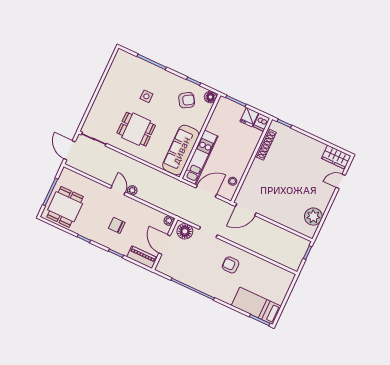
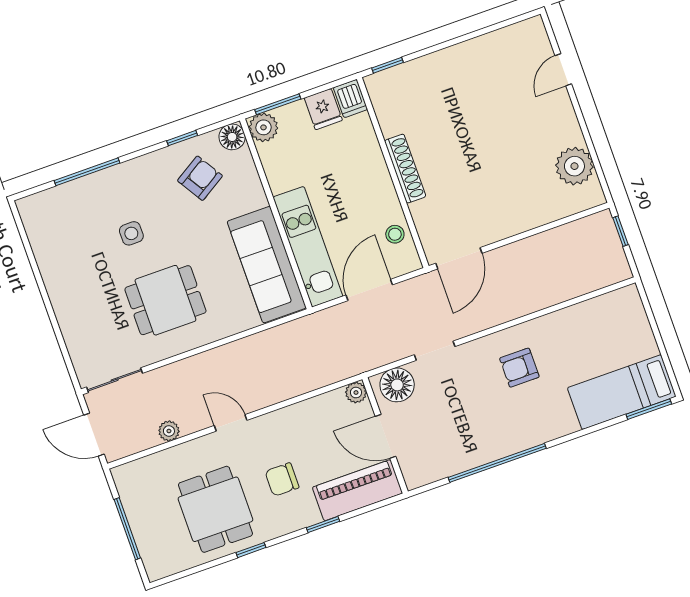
plant: (224, 104) -> (263, 127), added
shoe rack: (266, 144) -> (405, 169), moved
wardrobe: (336, 157) -> (520, 39), removed
plant: (132, 190) -> (169, 431), moved
dining table: (65, 207) -> (215, 509), moved
piano: (142, 257) -> (357, 490), width x1.37, depth x1.33

